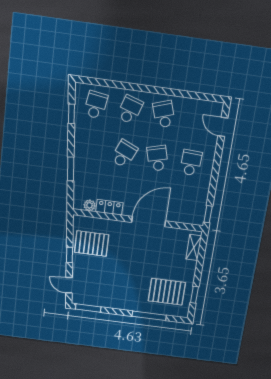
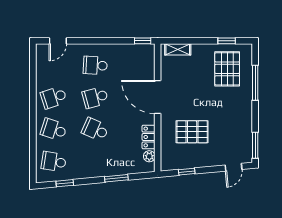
pallet: (92, 244) -> (192, 132), moved, turned 90
window: (69, 255) -> (187, 172), moved

